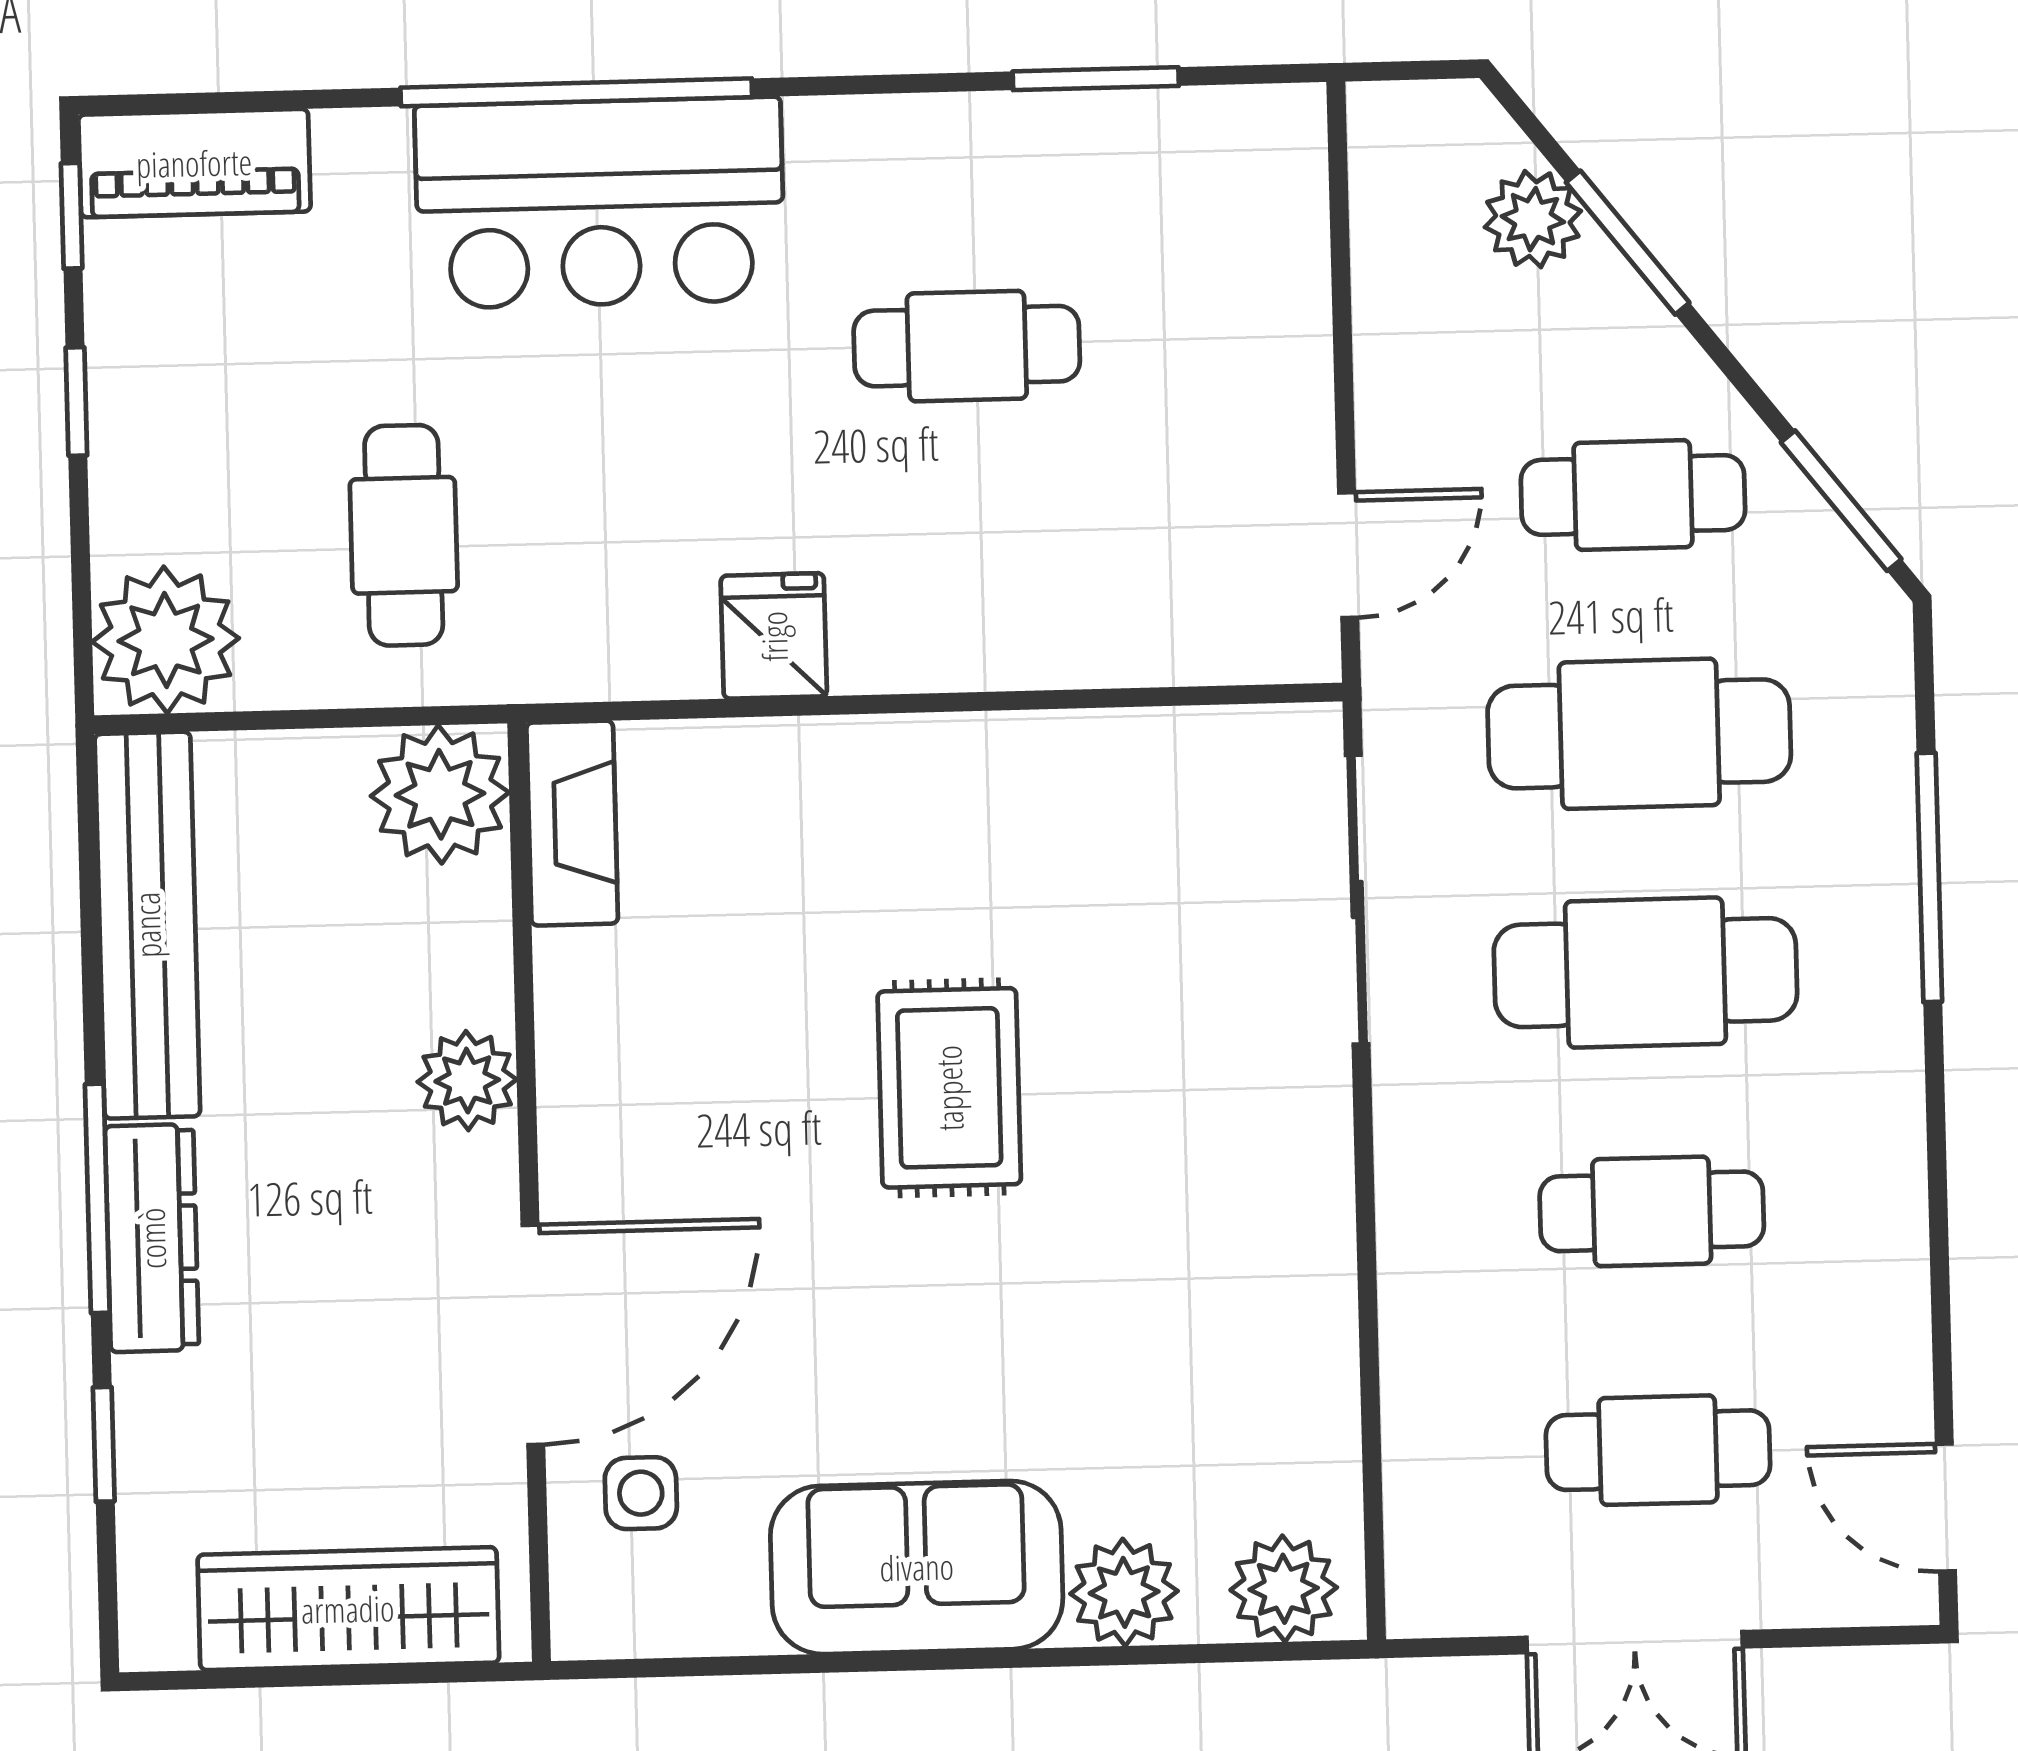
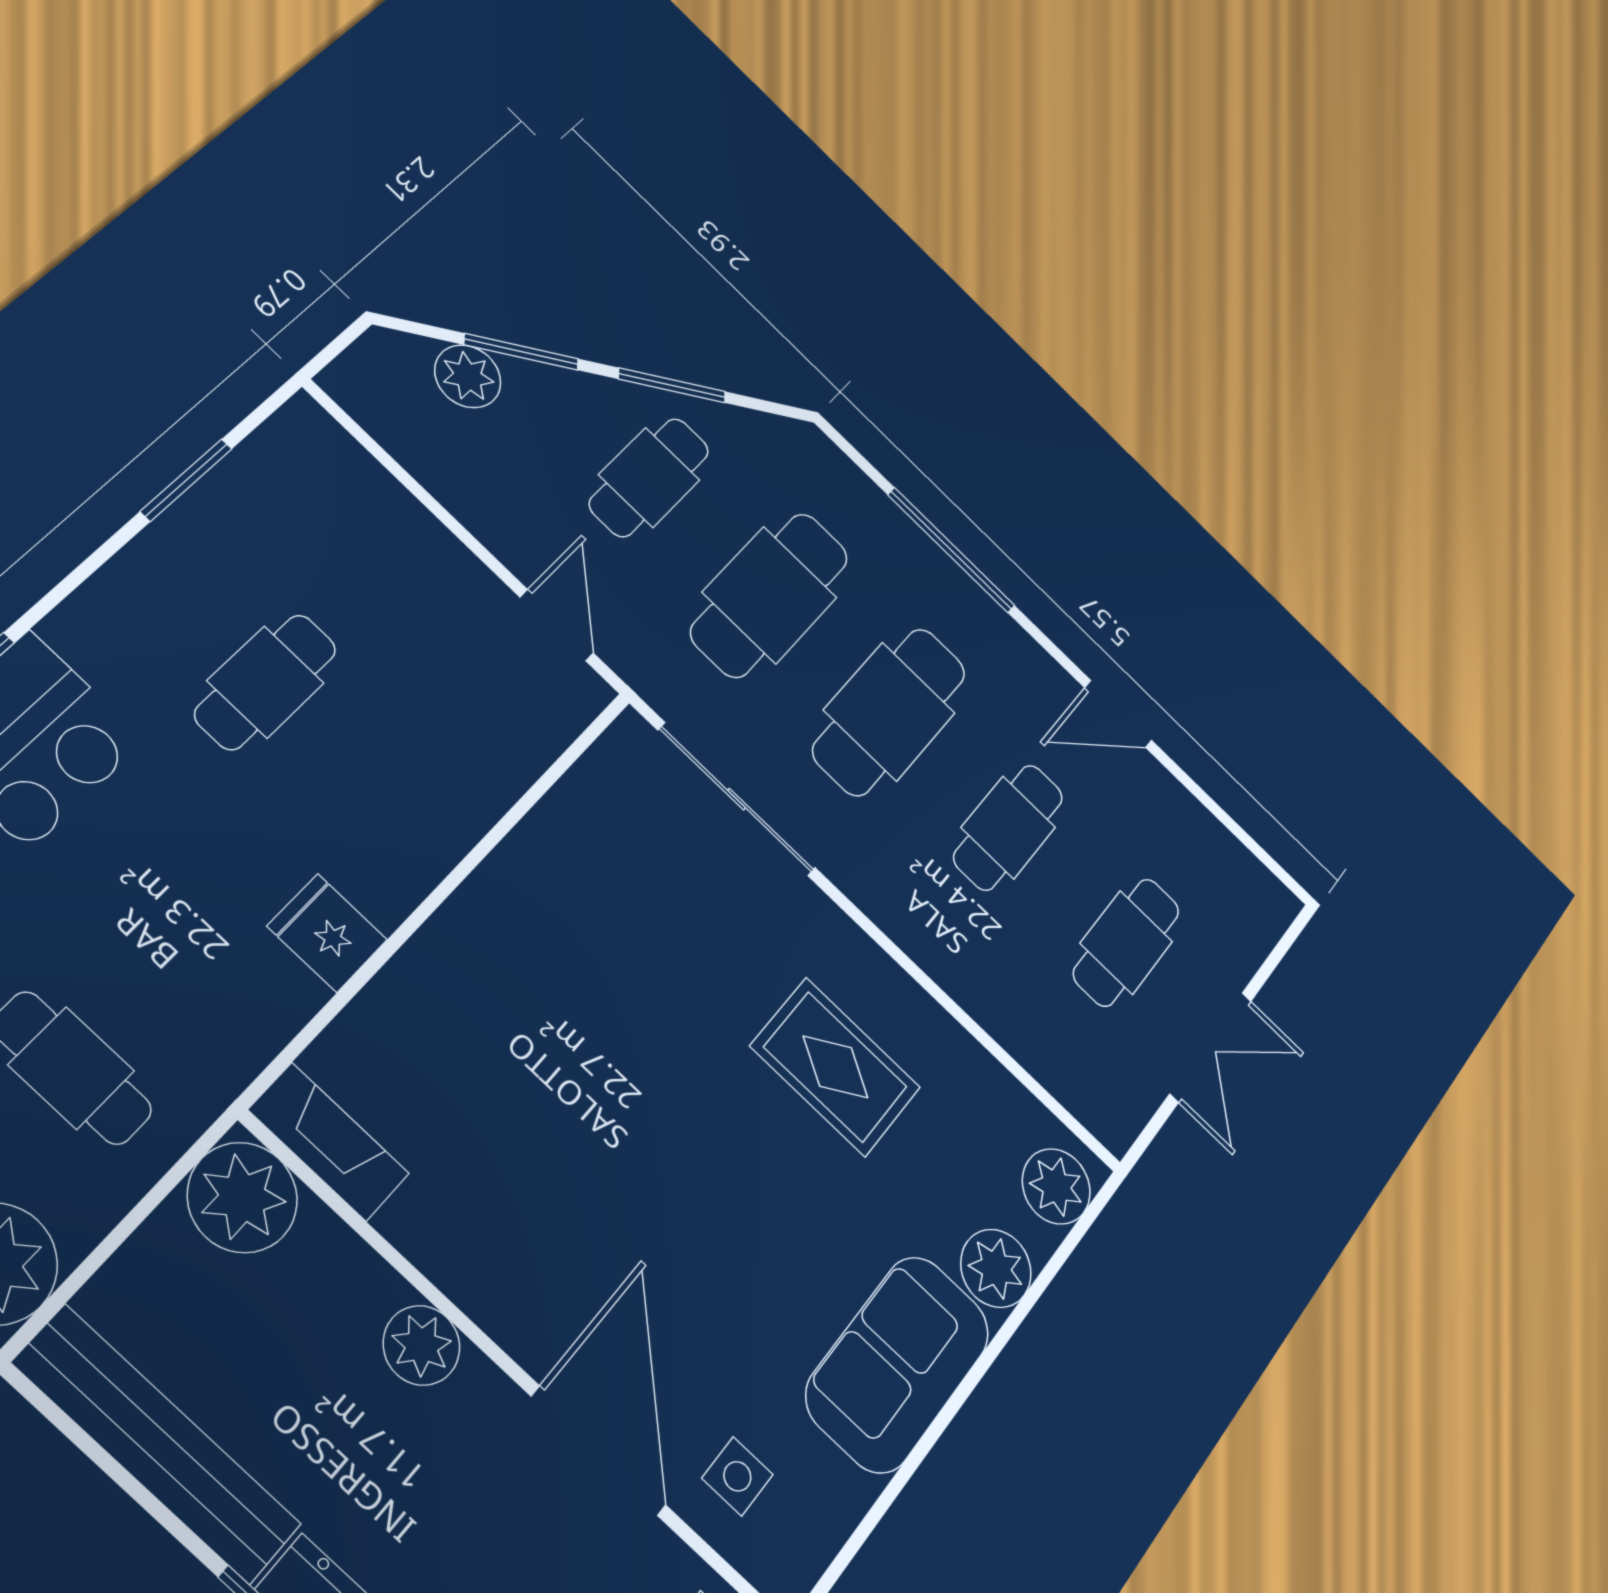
window: (1841, 501) -> (672, 385), moved
rug: (949, 1088) -> (835, 1067), moved
door: (1946, 1507) -> (1118, 714), moved

